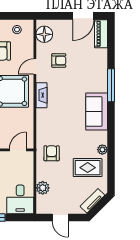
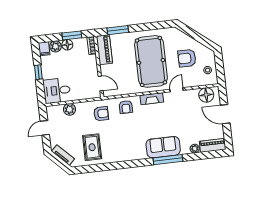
door: (83, 16) -> (225, 114), moved
armchair: (59, 60) -> (126, 107), moved
door: (35, 67) -> (177, 90), hinge flipped
sofa: (97, 112) -> (163, 147), moved
plant: (102, 150) -> (195, 149), moved

